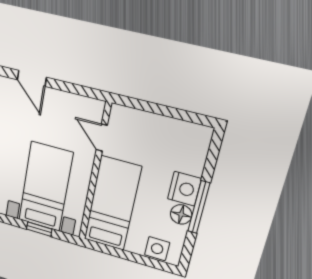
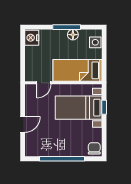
nightstand: (184, 189) -> (32, 38), moved, turned -90

